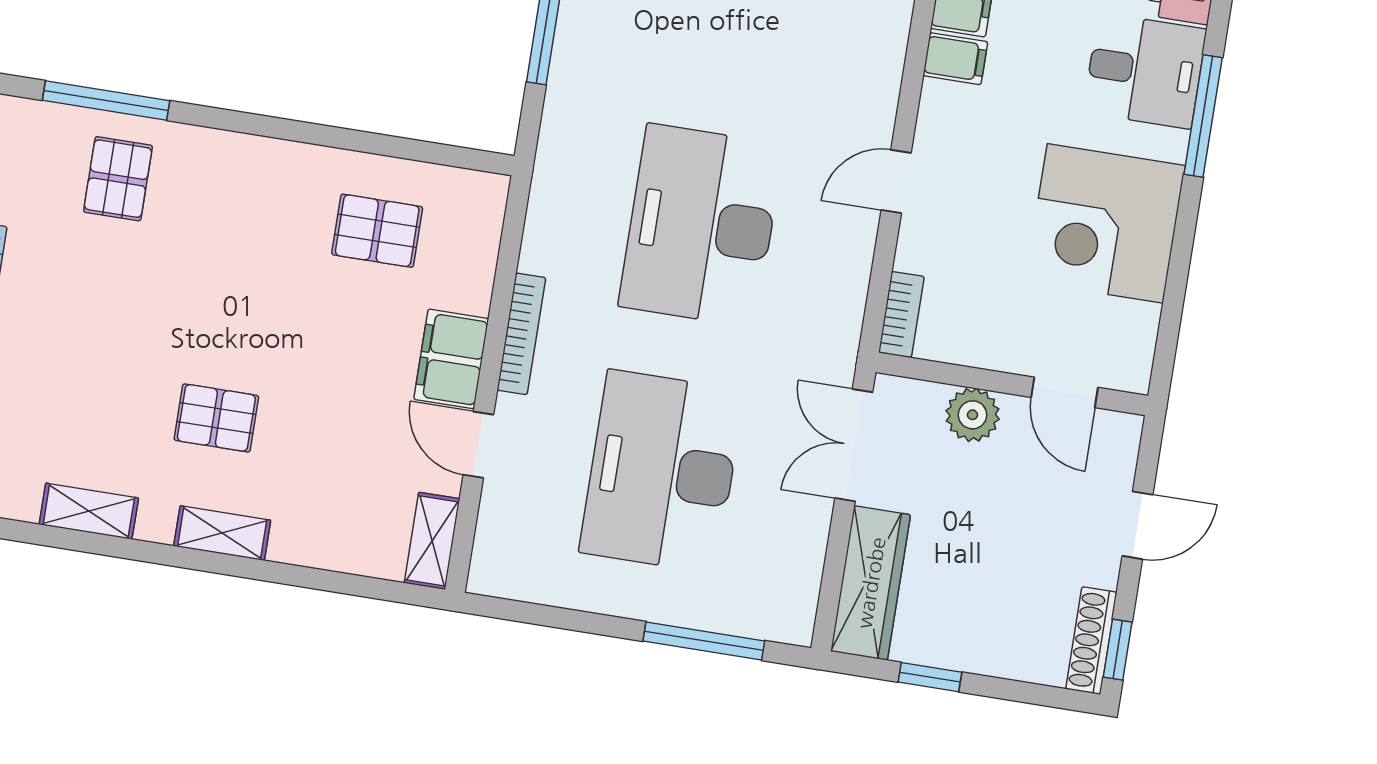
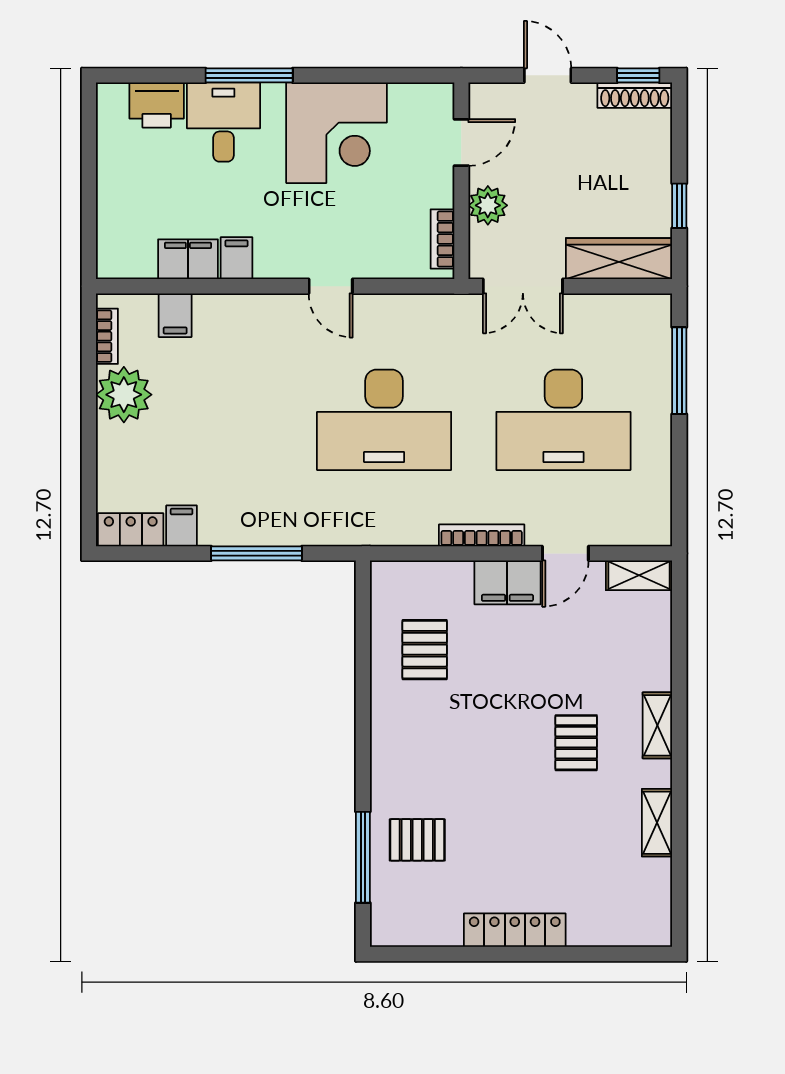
bookcase: (901, 315) -> (442, 239), moved, turned -90

